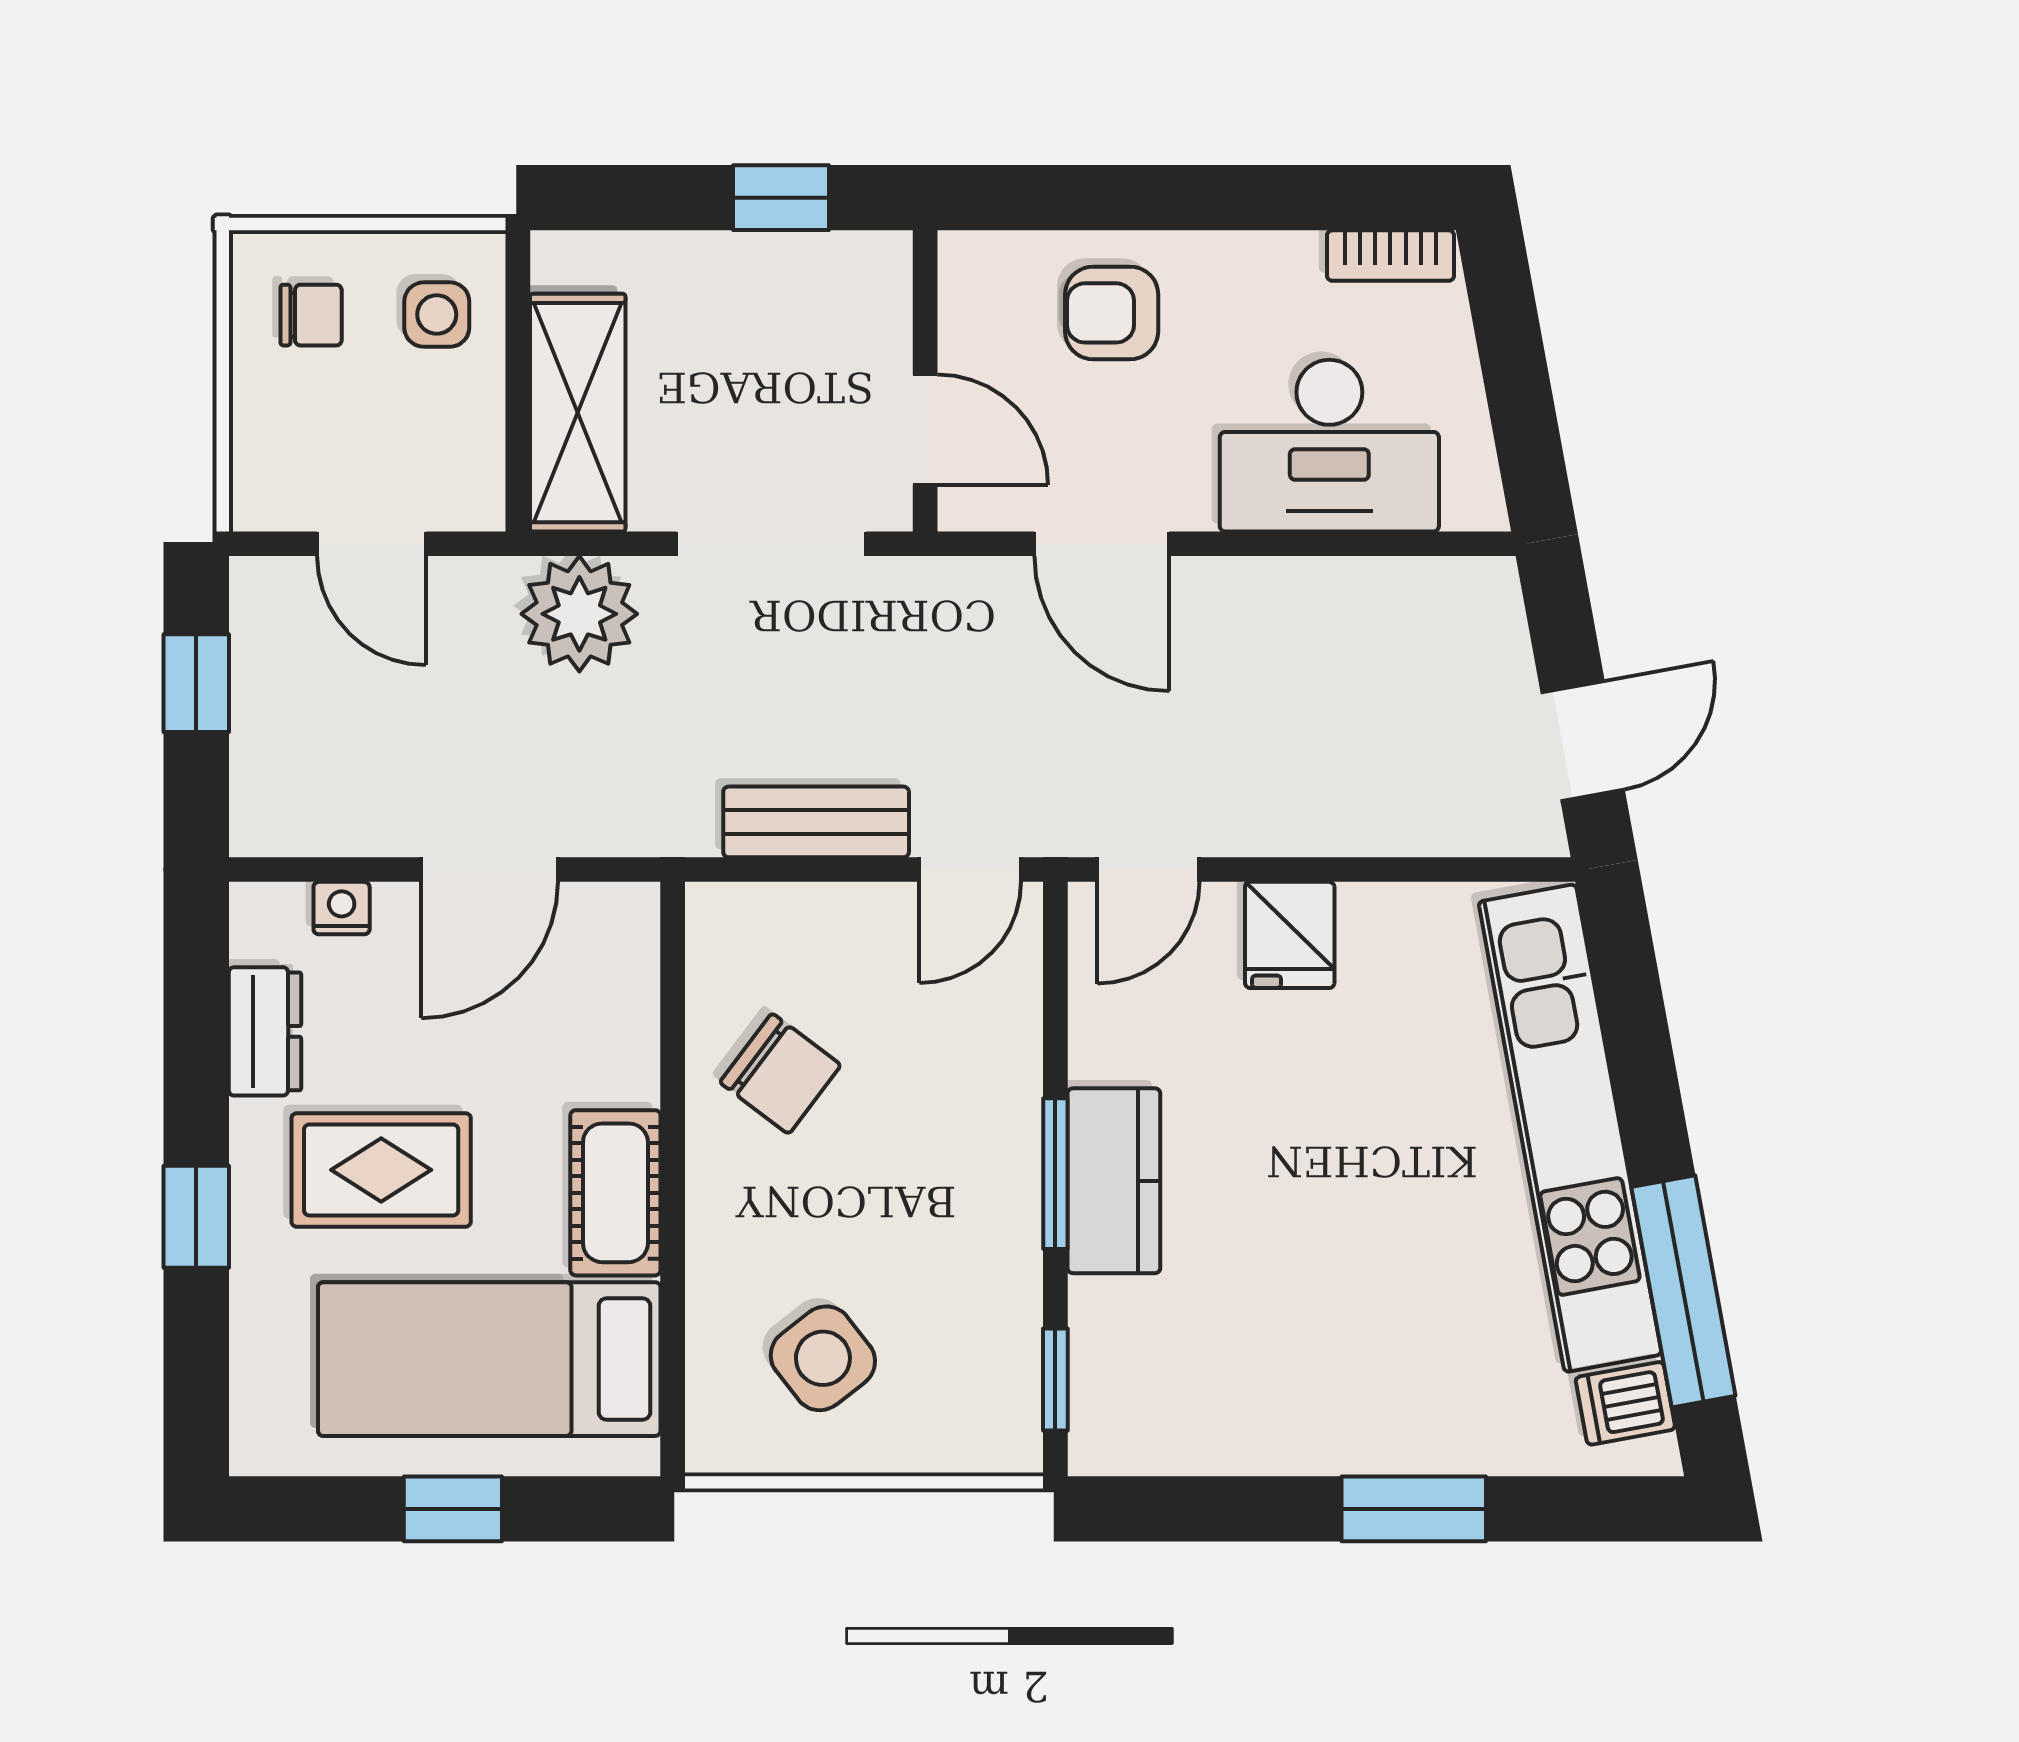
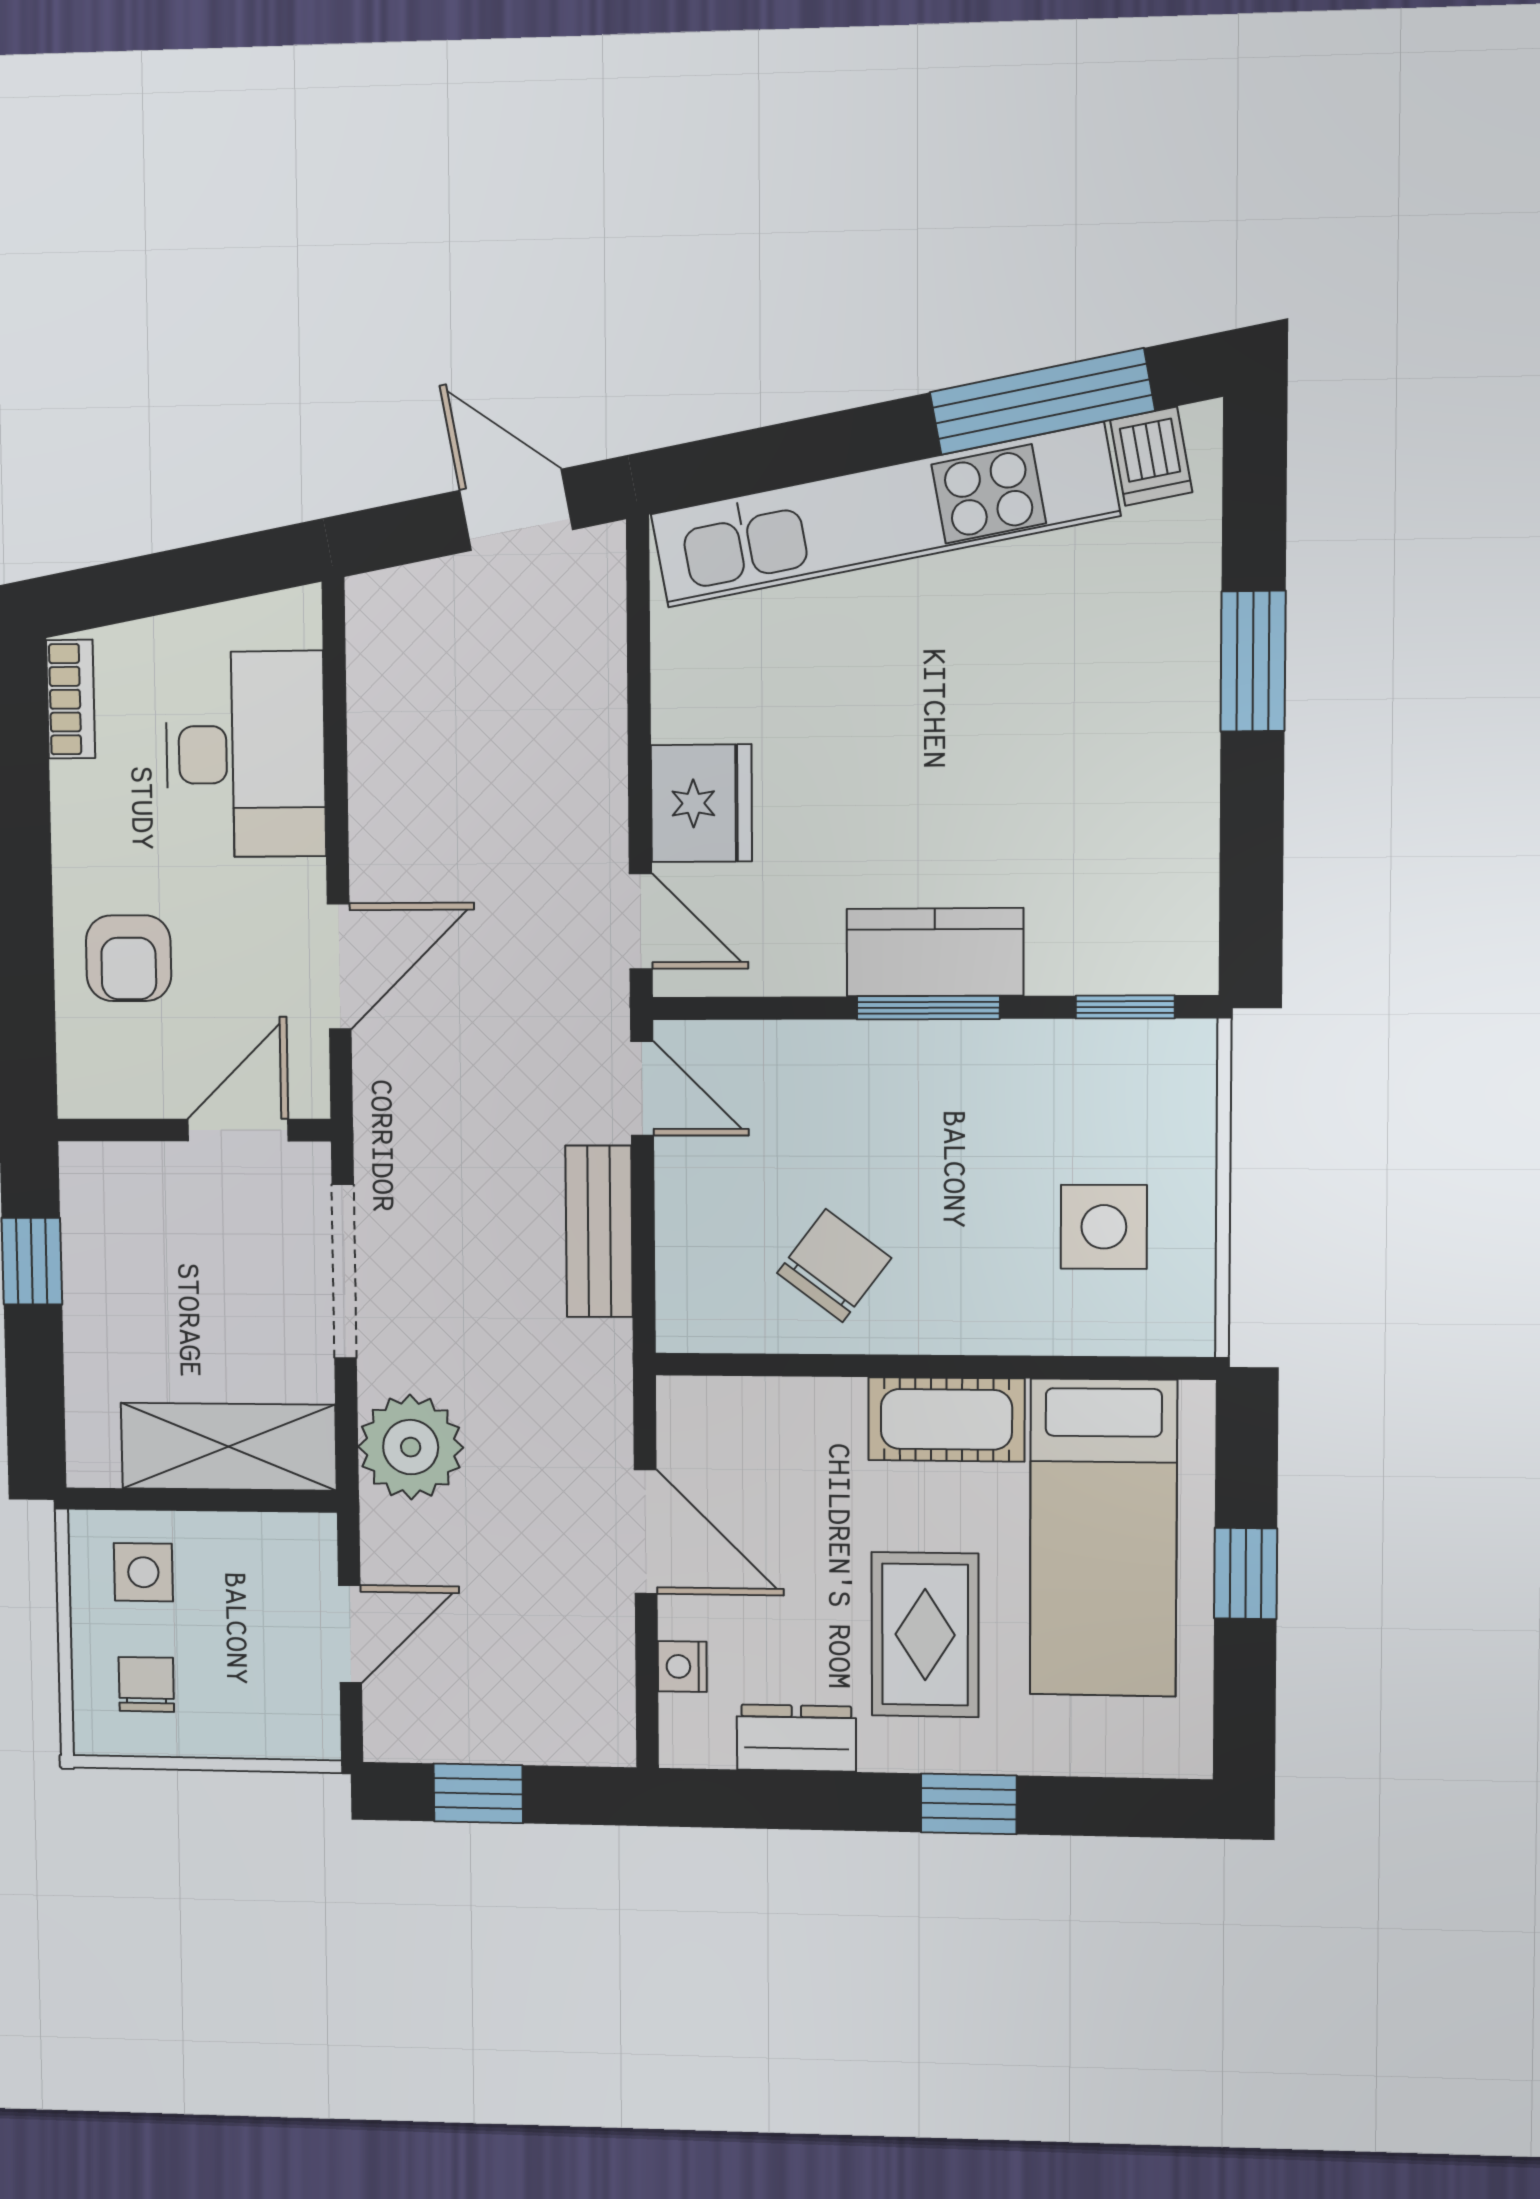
fridge: (1290, 935) -> (701, 803), width x1.38
side table: (823, 1358) -> (1104, 1227), turned 38

